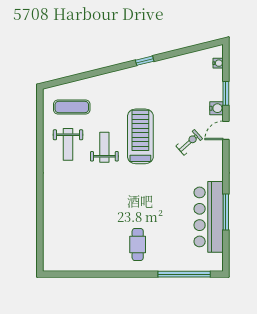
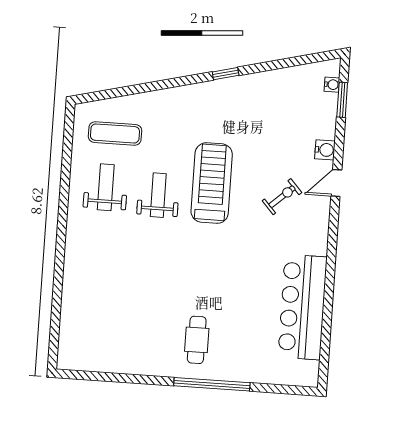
window: (226, 93) -> (342, 100), moved
weight bench: (68, 144) -> (106, 187), turned 180
window: (226, 212) -> (328, 302), removed
window: (184, 274) -> (212, 384), moved

